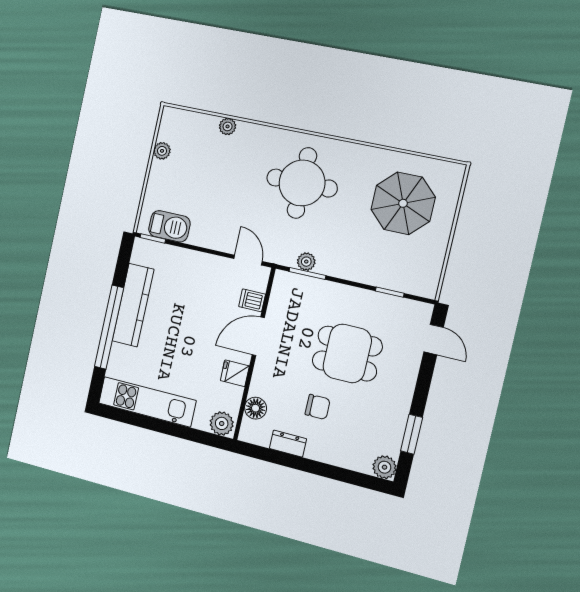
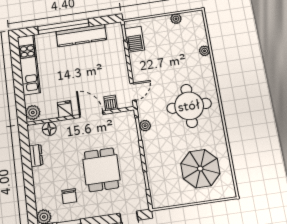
chair: (318, 407) -> (69, 196), moved

